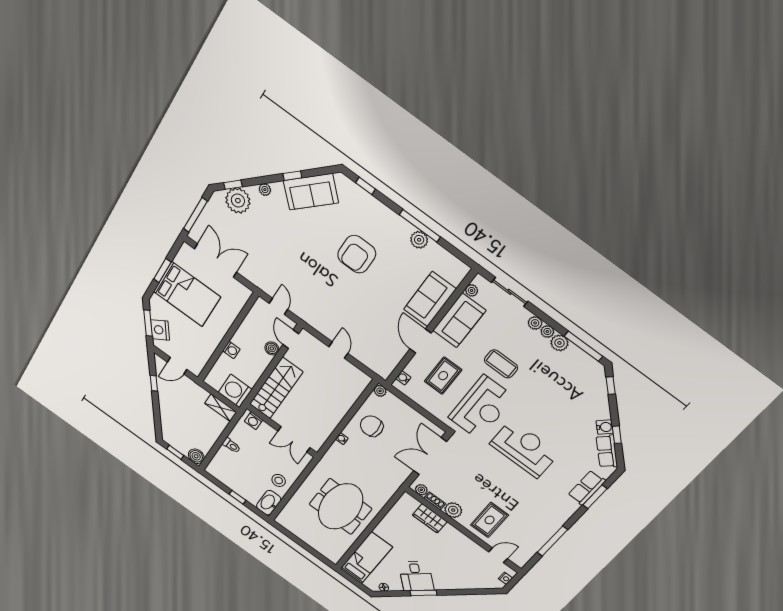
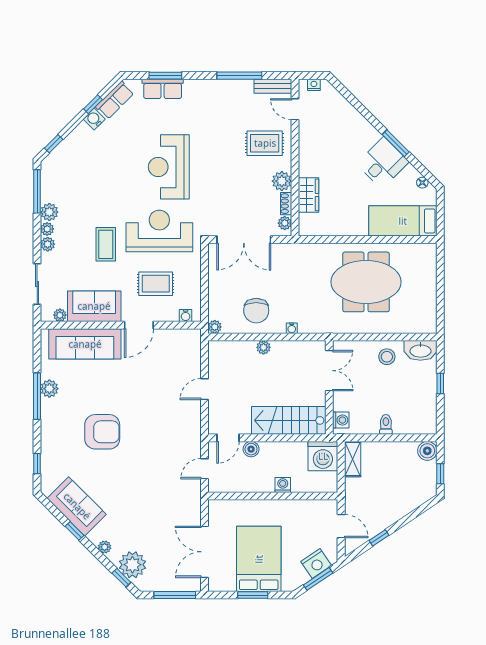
sofa: (430, 299) -> (85, 344), width x1.36
plant: (341, 411) -> (263, 347), added
bench: (526, 555) -> (273, 86), added

